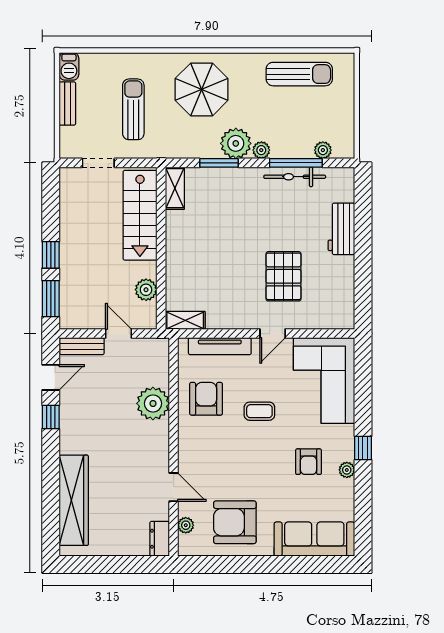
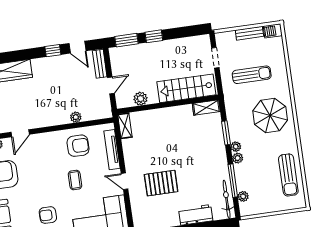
plant: (236, 143) -> (236, 147), width x0.53, depth x0.53
bicycle: (295, 177) -> (227, 199), moved
plant: (153, 403) -> (76, 117), width x0.53, depth x0.53

